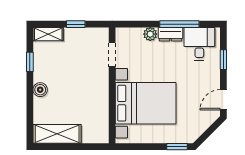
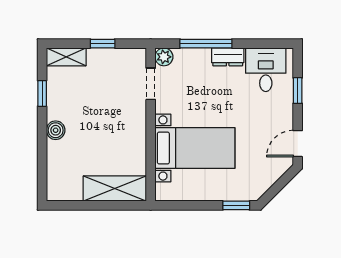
window: (179, 24) -> (206, 44), moved
plant: (150, 34) -> (164, 57), moved
bed with nightstands: (146, 103) -> (195, 148), width x0.73
shelving: (57, 134) -> (115, 189), moved

